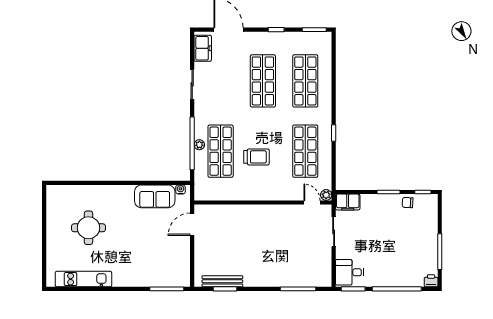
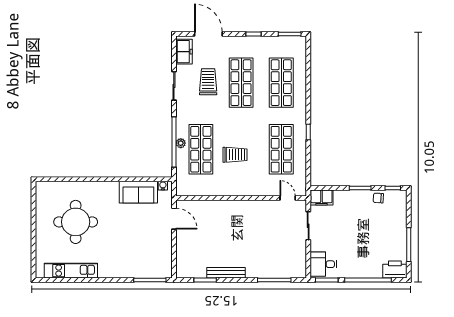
trolley: (228, 80) -> (208, 82), added
plant: (326, 195) -> (301, 191), removed
door: (192, 224) -> (174, 219), swing flipped
round table: (88, 228) -> (76, 222), width x1.36, depth x1.36
bench: (222, 281) -> (226, 273), moved
printer: (431, 281) -> (395, 269), width x1.87, depth x1.48

